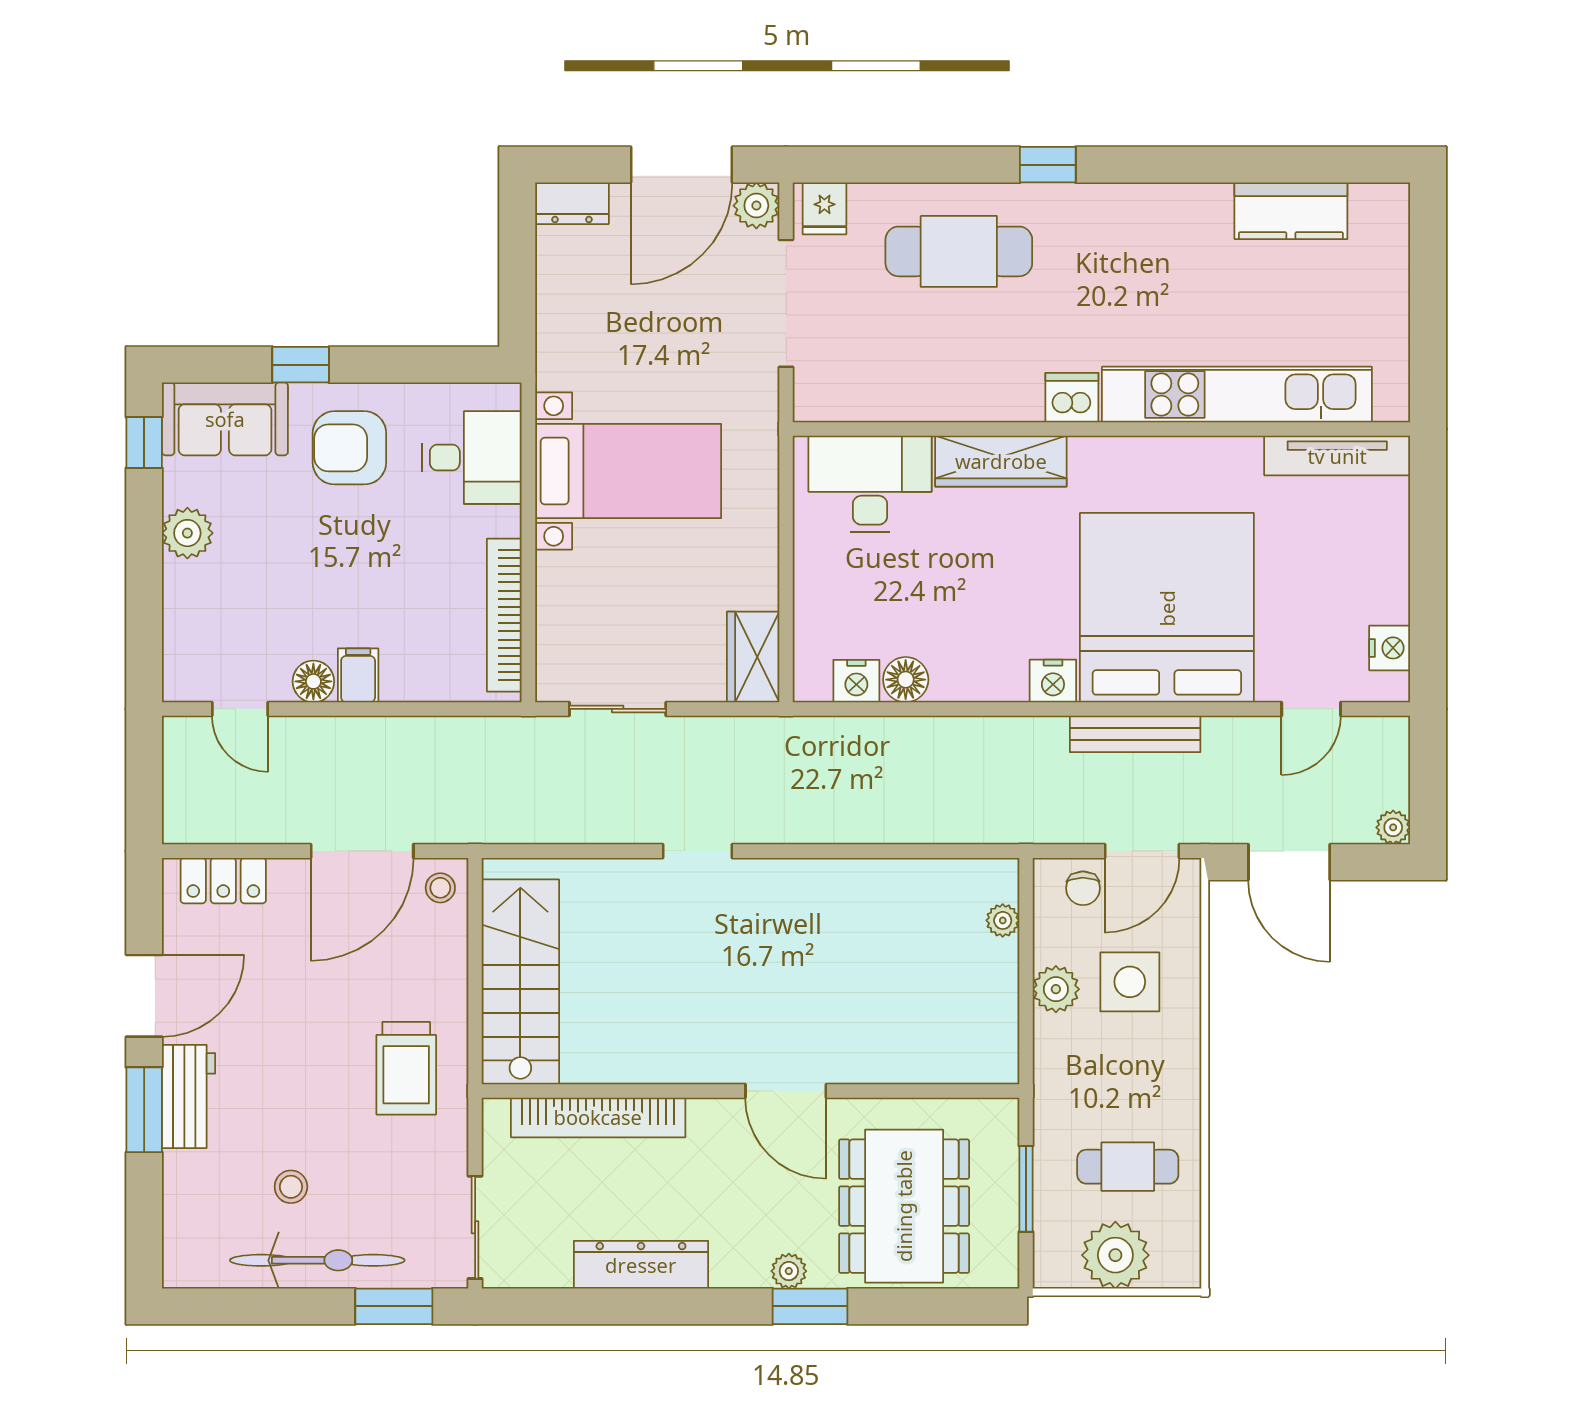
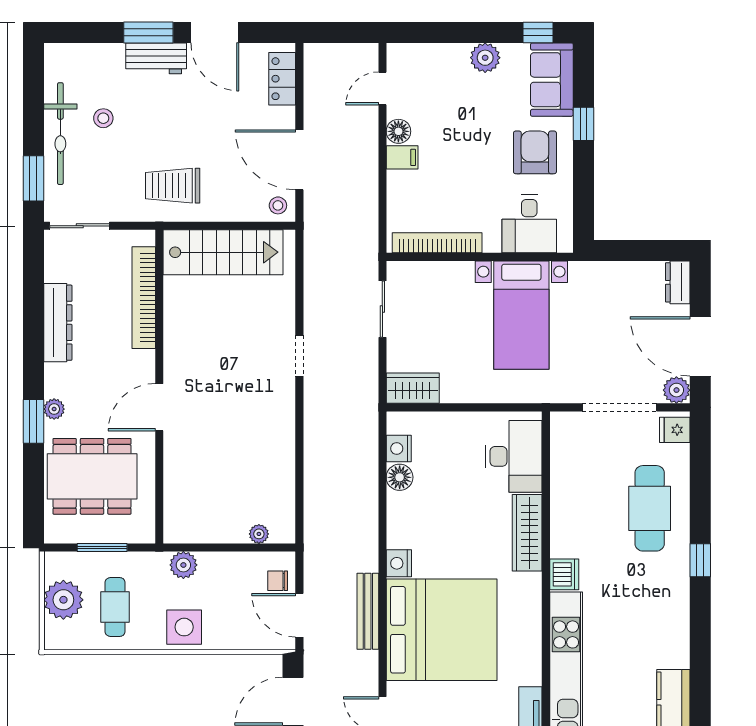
side table: (1130, 982) -> (184, 627), moved
plant: (1056, 989) -> (183, 565), moved

